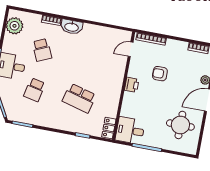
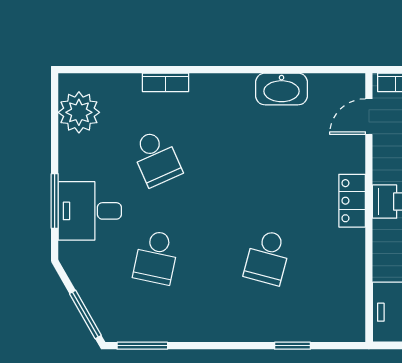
washbasin: (72, 27) -> (282, 89), moved
school desk: (79, 98) -> (268, 257), width x0.54
locker: (109, 128) -> (352, 201), moved

